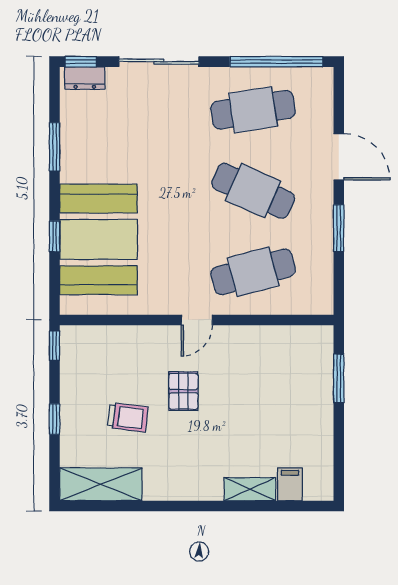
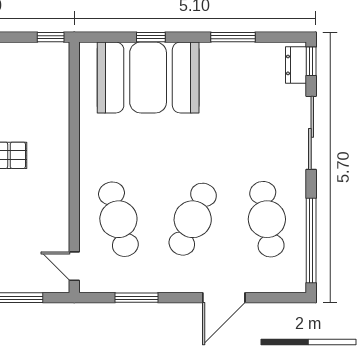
window: (339, 228) -> (136, 298), moved
door: (197, 320) -> (74, 266), moved

